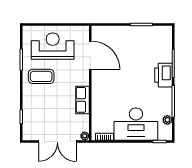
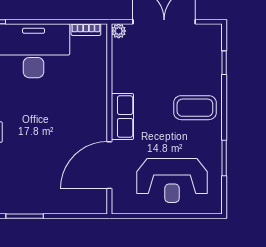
door: (90, 55) -> (109, 165), hinge flipped
coffee table: (41, 76) -> (195, 108), moved
row of seats: (82, 100) -> (122, 116), moved

